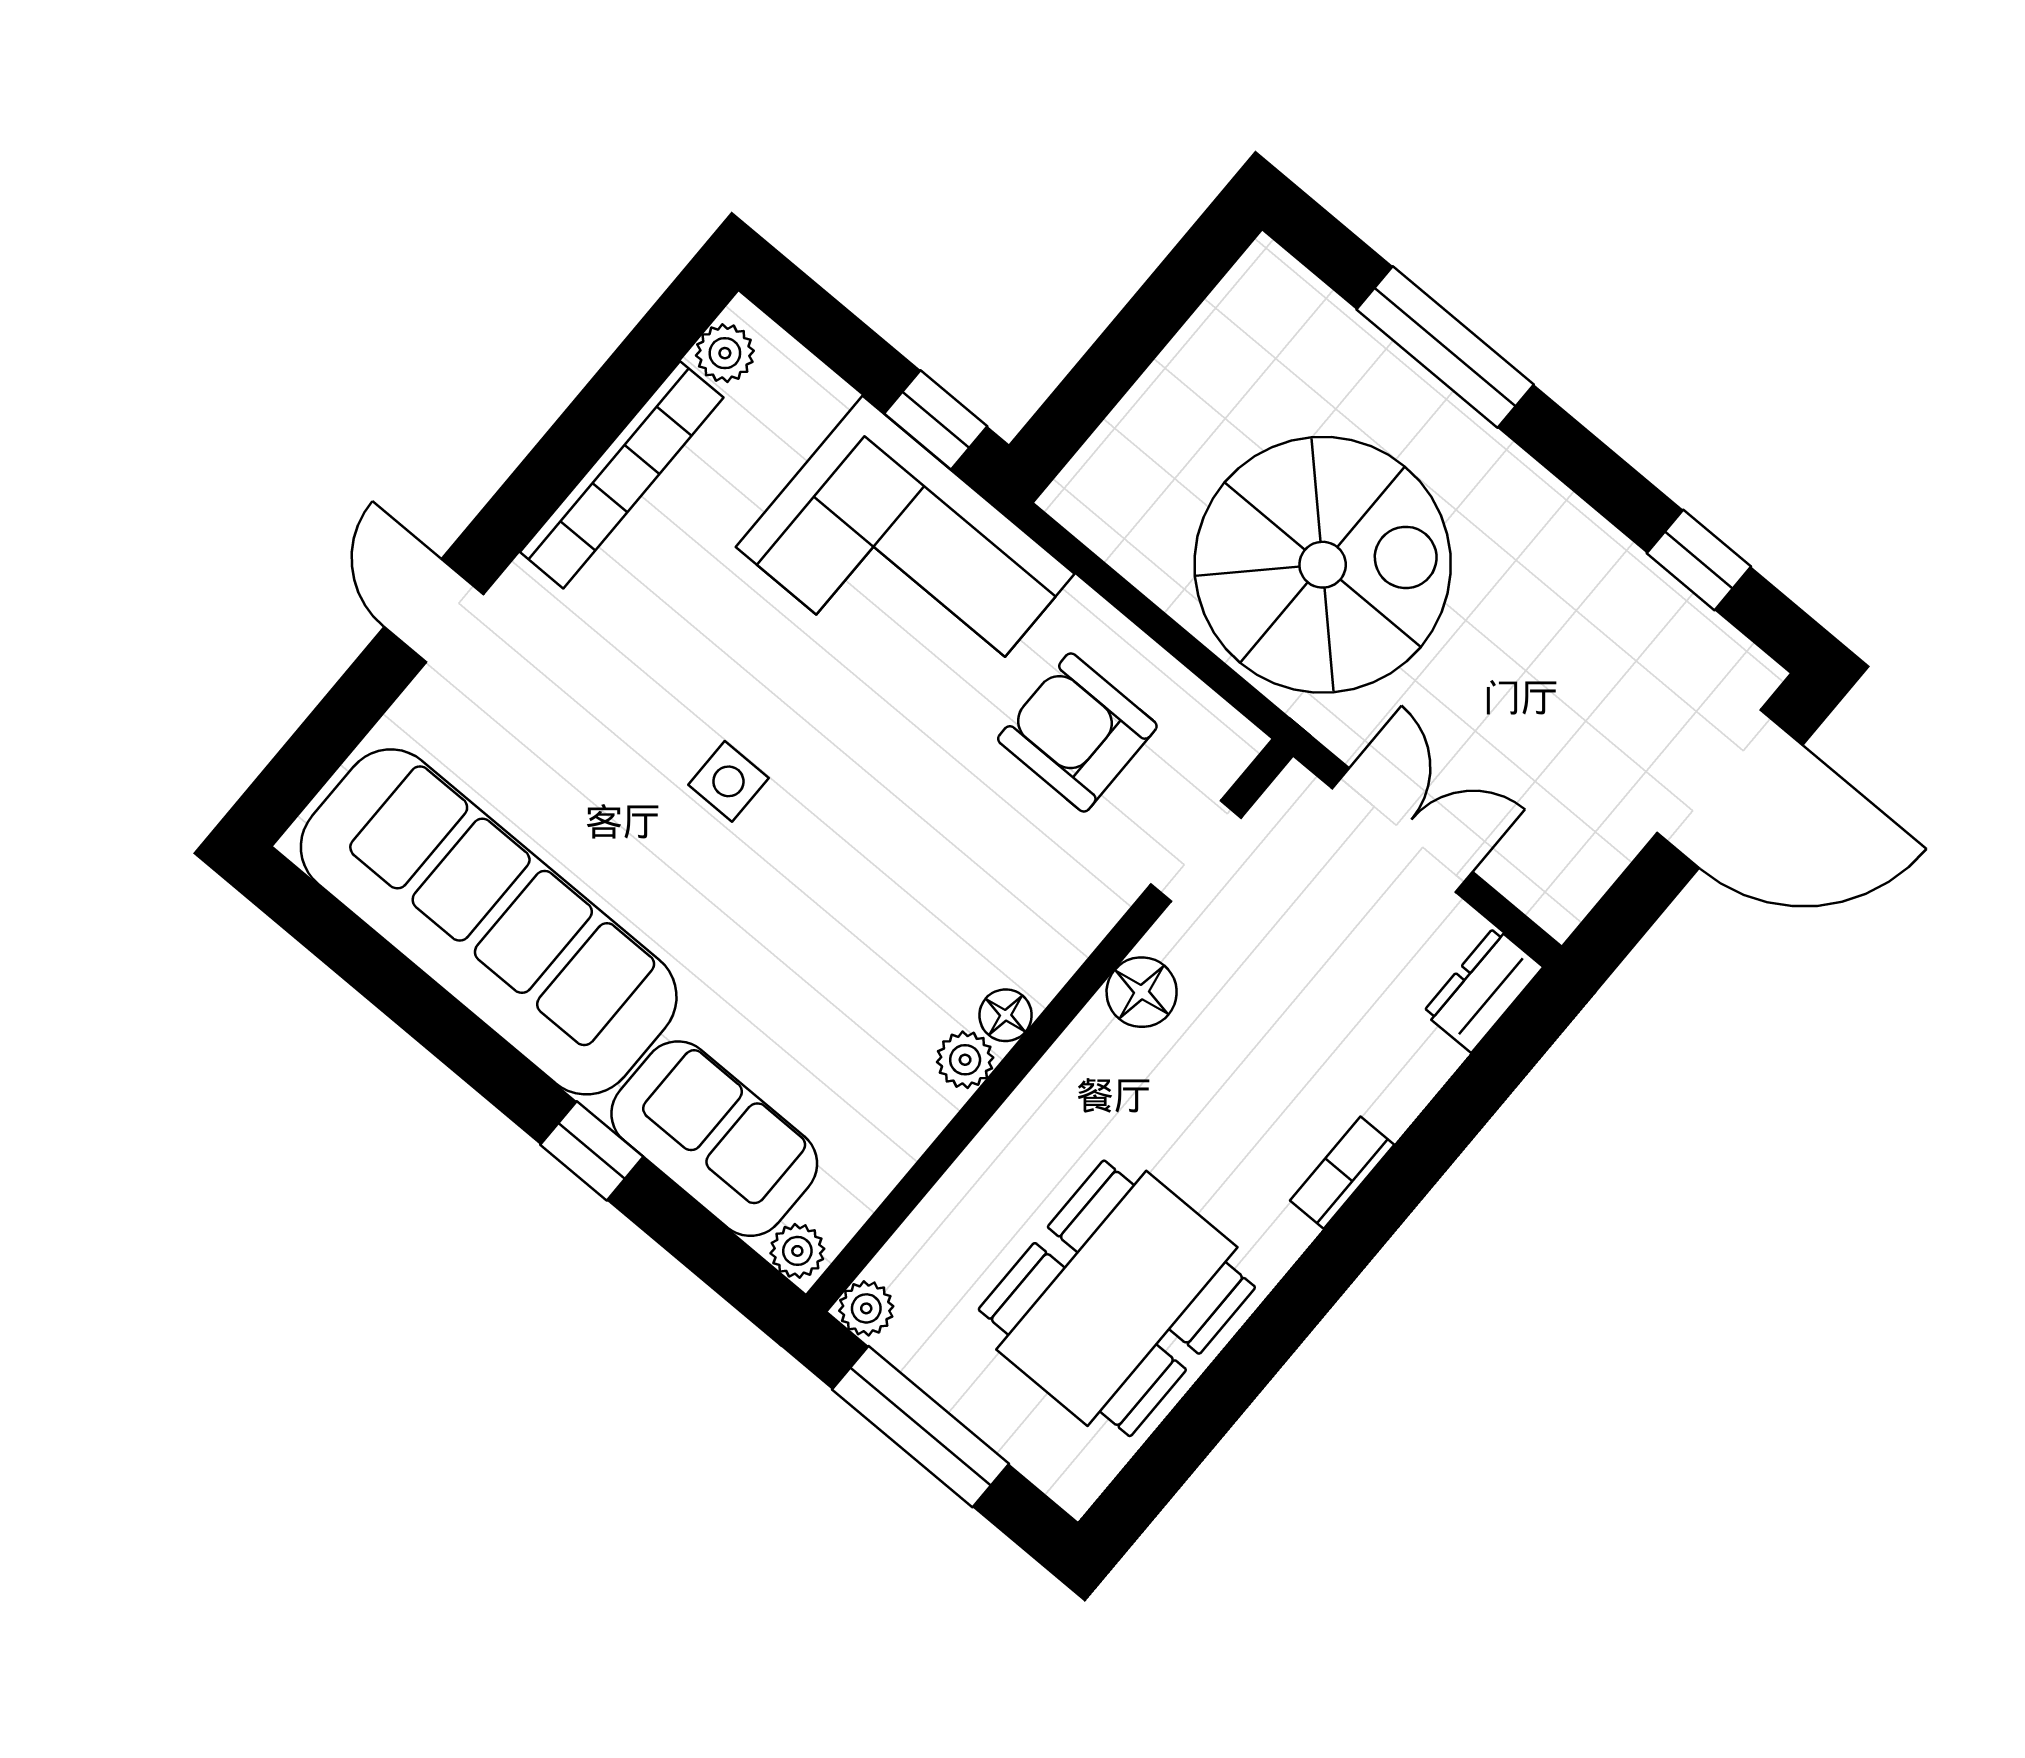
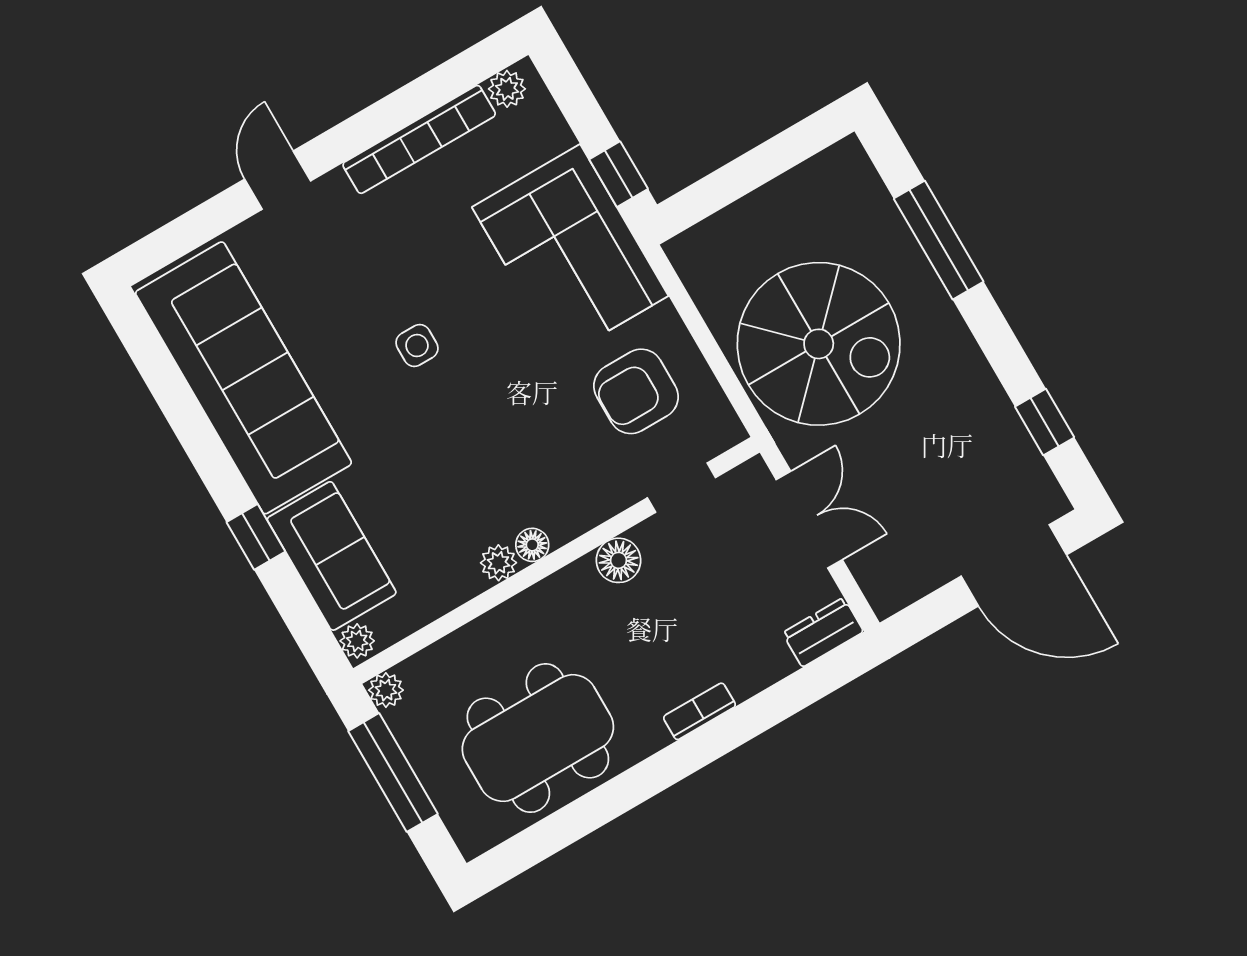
armchair: (1077, 732) -> (636, 391), turned -90

